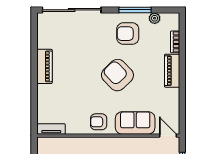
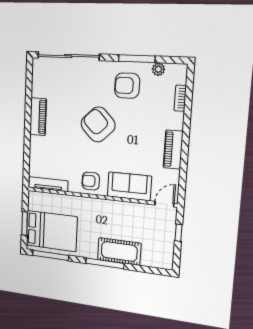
piano: (172, 71) -> (173, 150), moved
armchair: (117, 75) -> (98, 124), moved
tv unit: (51, 129) -> (48, 184), width x1.41
door: (168, 136) -> (164, 204), hinge flipped

